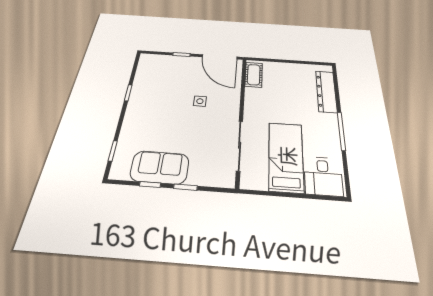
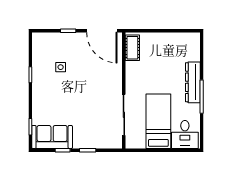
dresser: (326, 91) -> (193, 82), moved
side table: (200, 101) -> (61, 67), moved
sofa: (160, 167) -> (52, 137), moved

